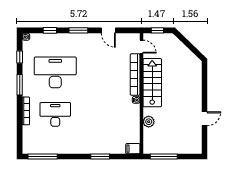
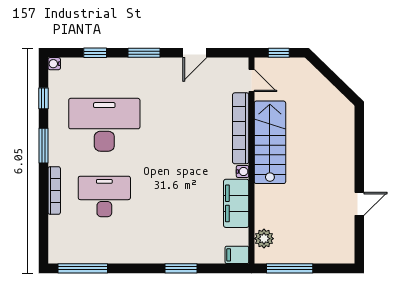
door: (108, 30) -> (195, 53), hinge flipped
filing cabinet: (132, 118) -> (236, 203), added
plant: (149, 122) -> (264, 239), moved

